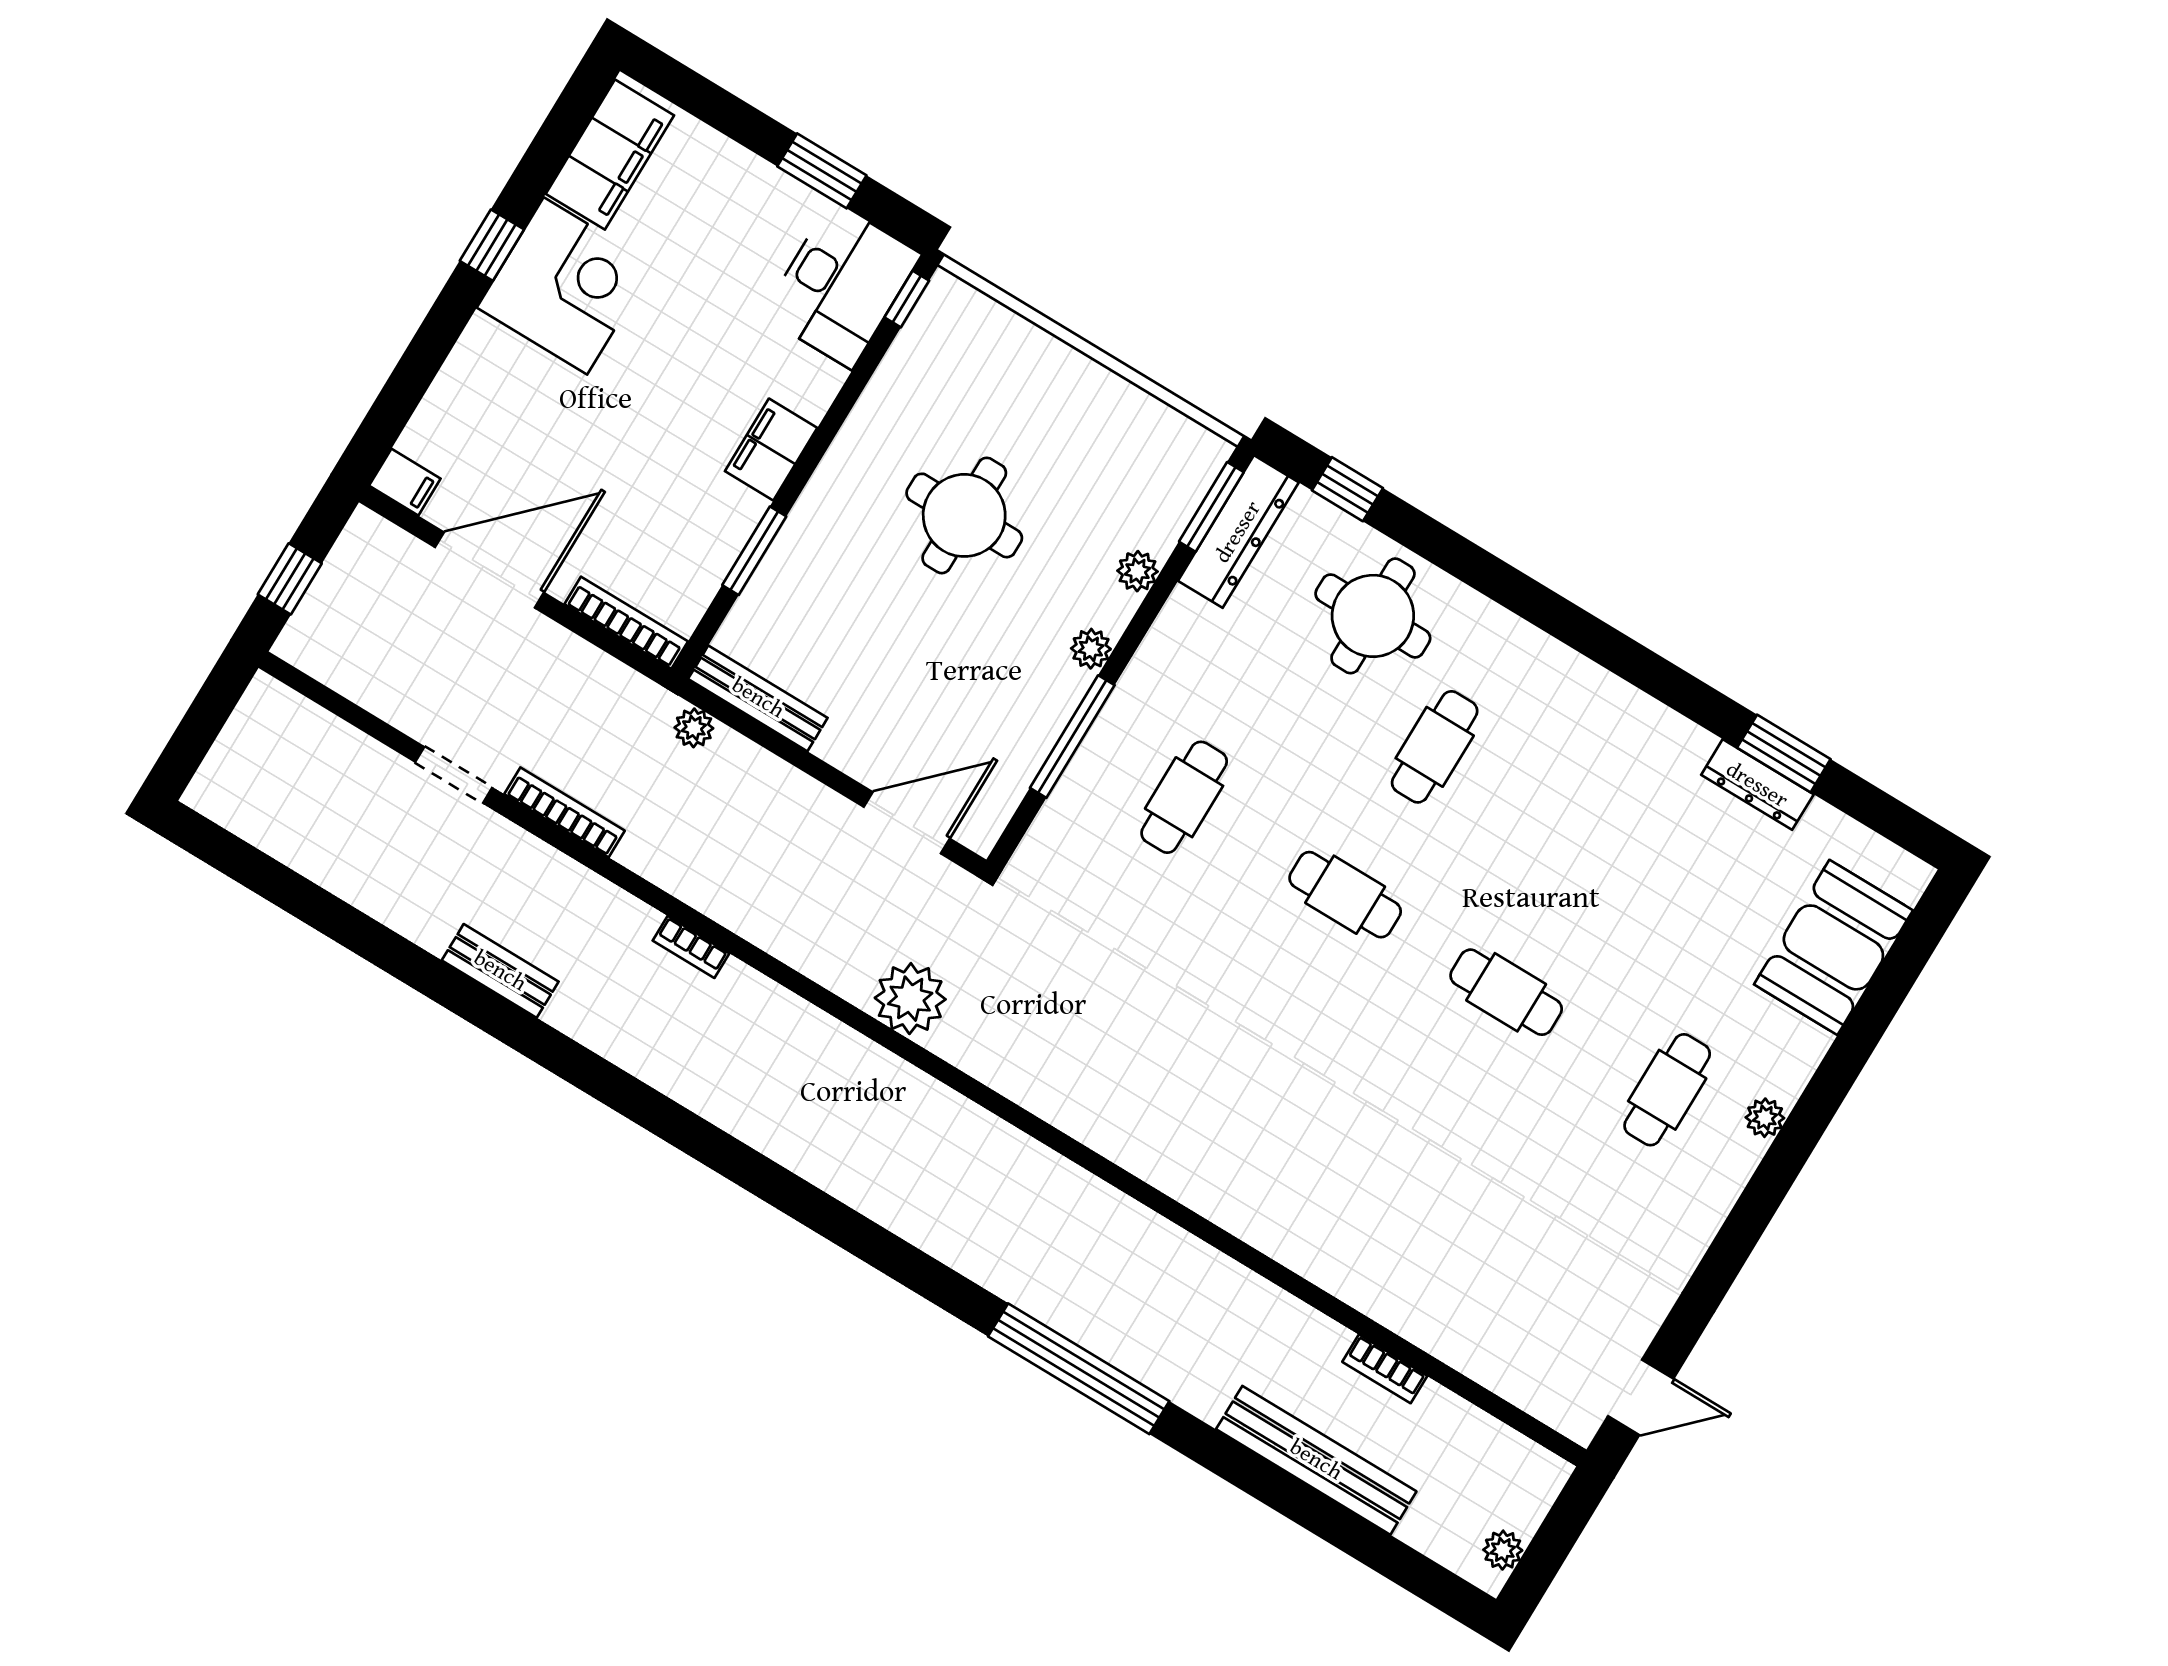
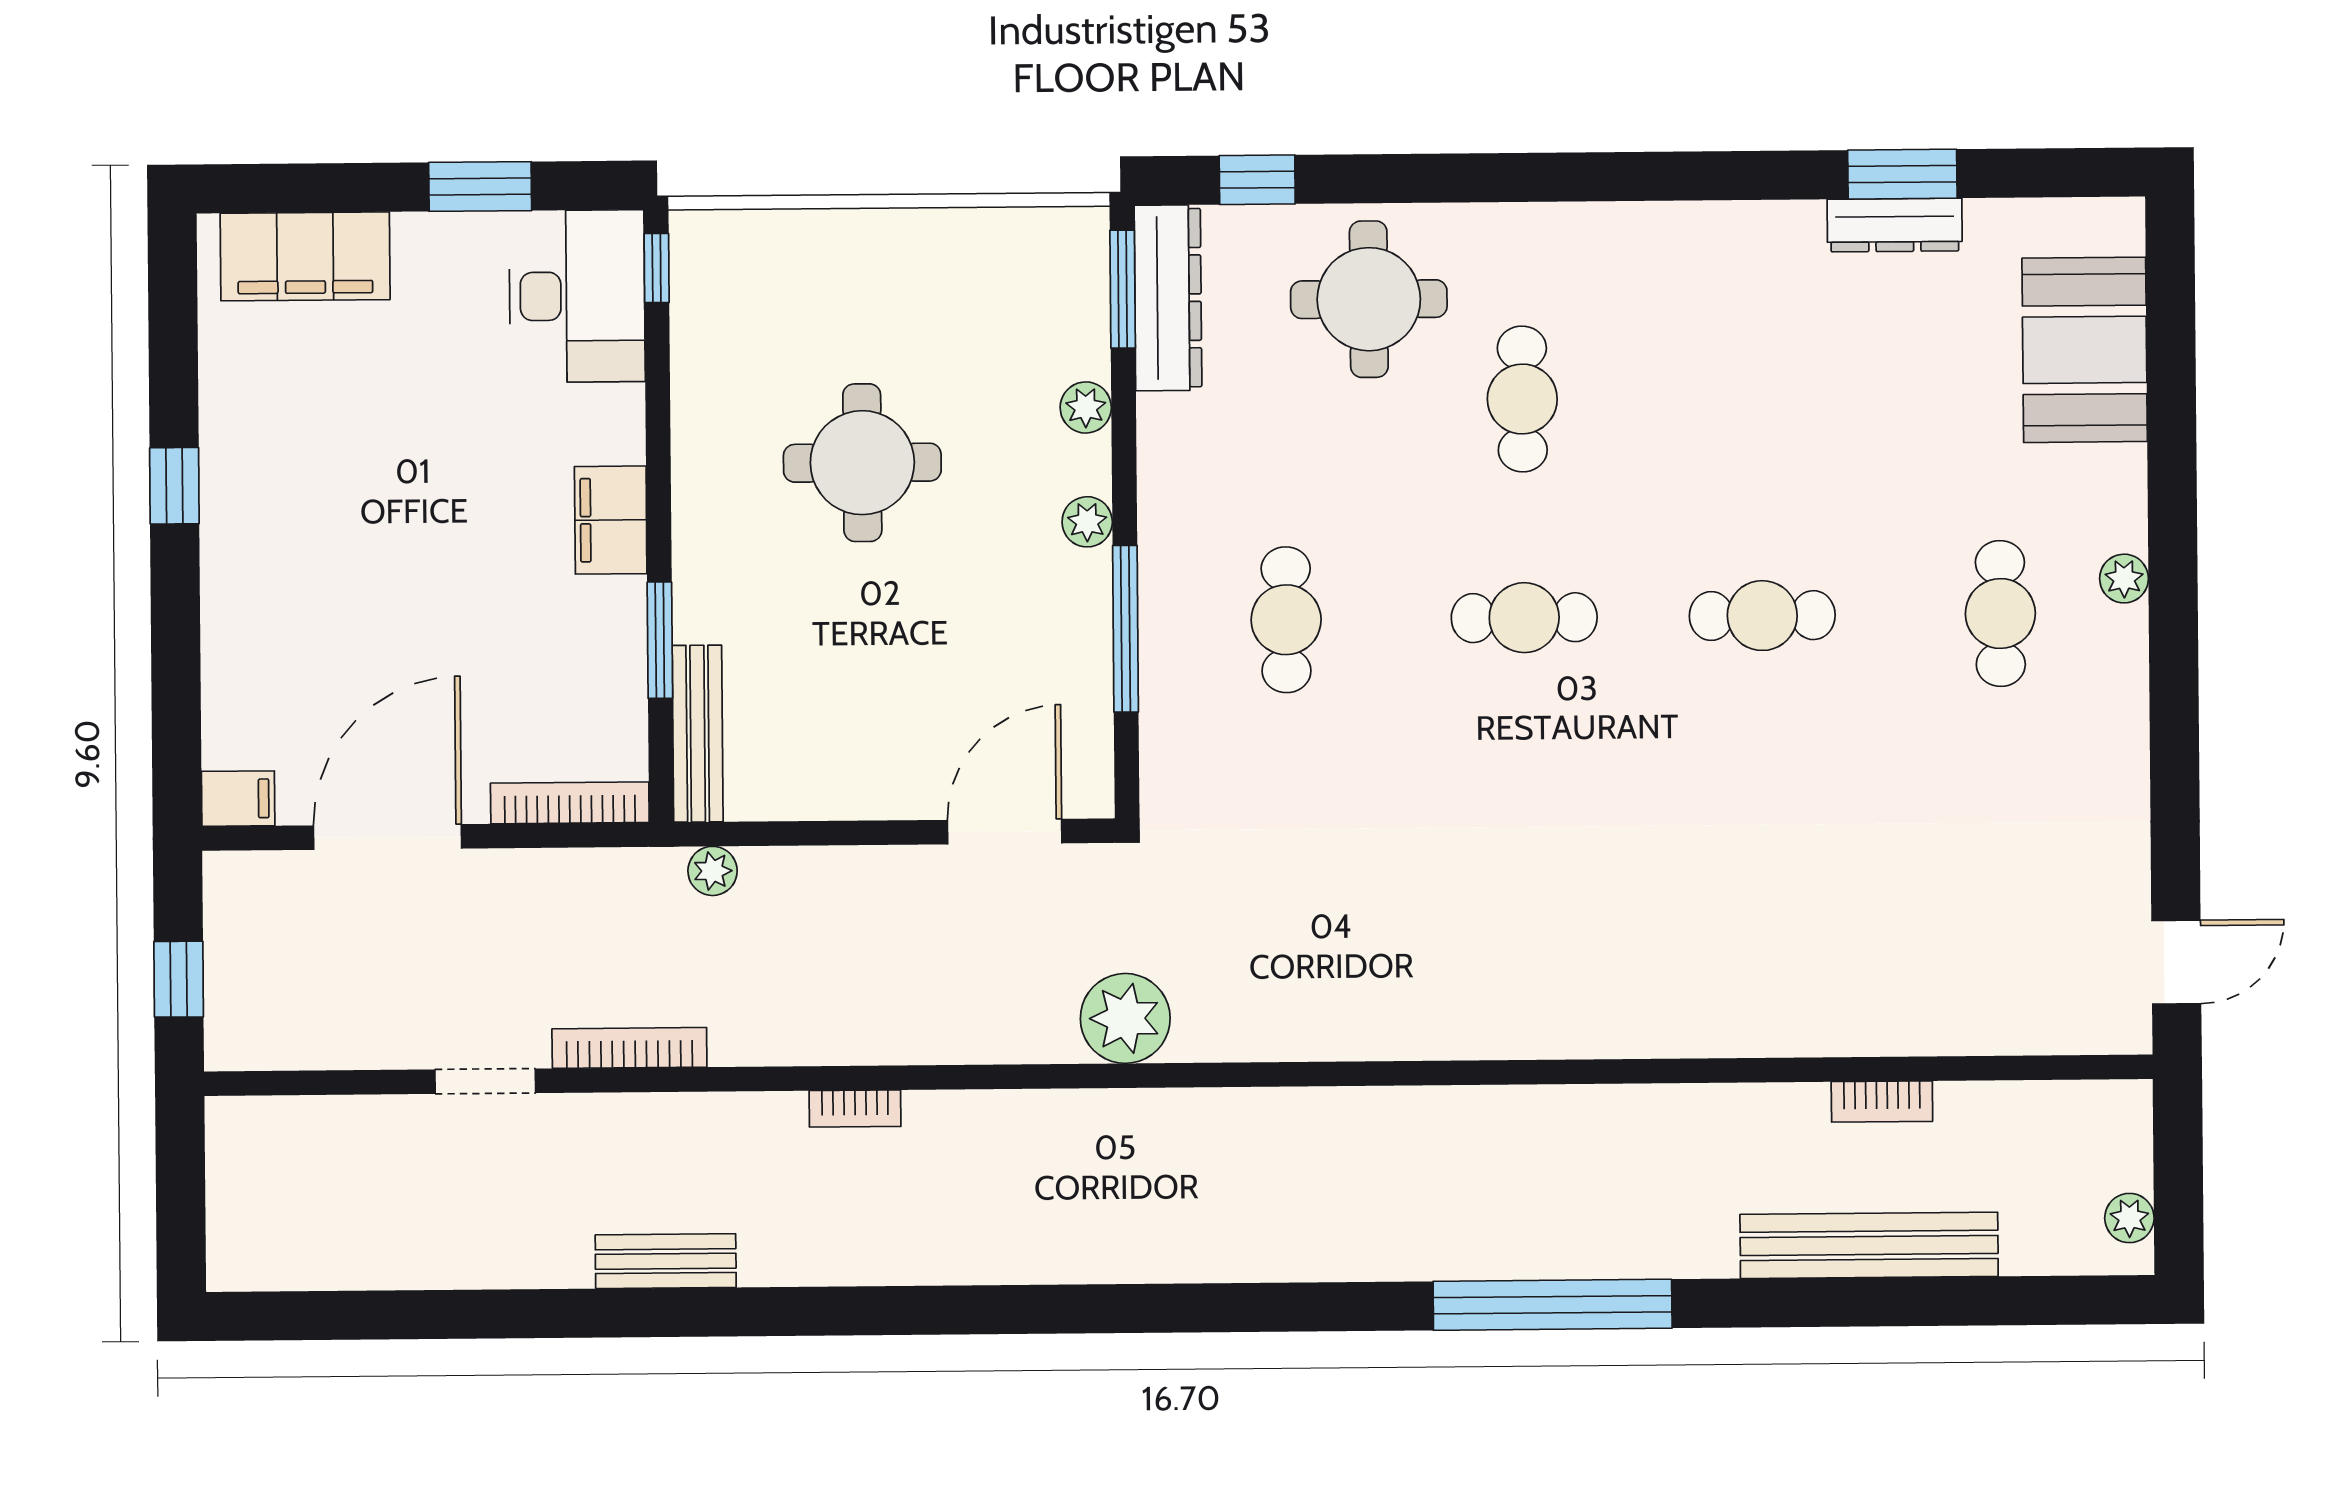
filing cabinet: (610, 155) -> (305, 256), moved, turned 90
corner desk: (565, 286) -> (281, 481), removed
bench: (758, 698) -> (698, 734), moved, turned 90

